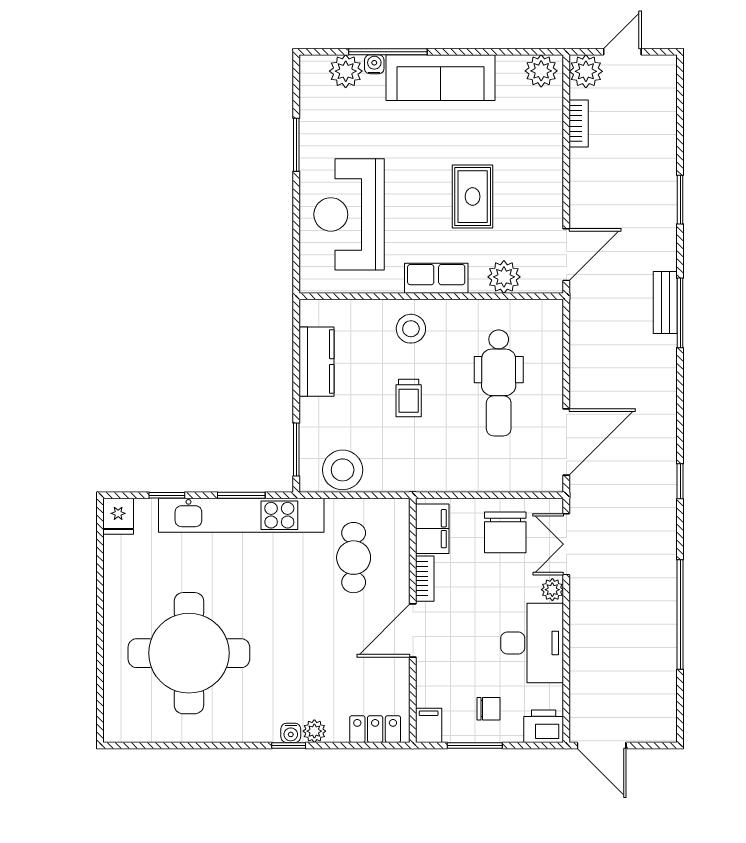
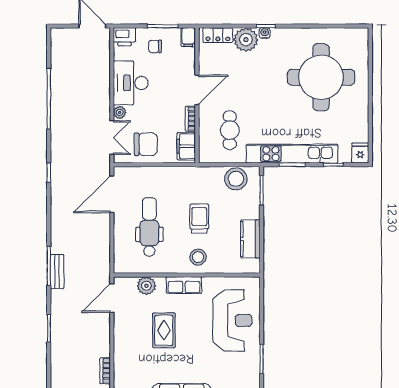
trolley: (409, 398) -> (199, 219), width x1.36, depth x1.39
chair: (505, 532) -> (146, 144), turned 90
plant: (314, 731) -> (246, 40), width x1.87, depth x1.87

